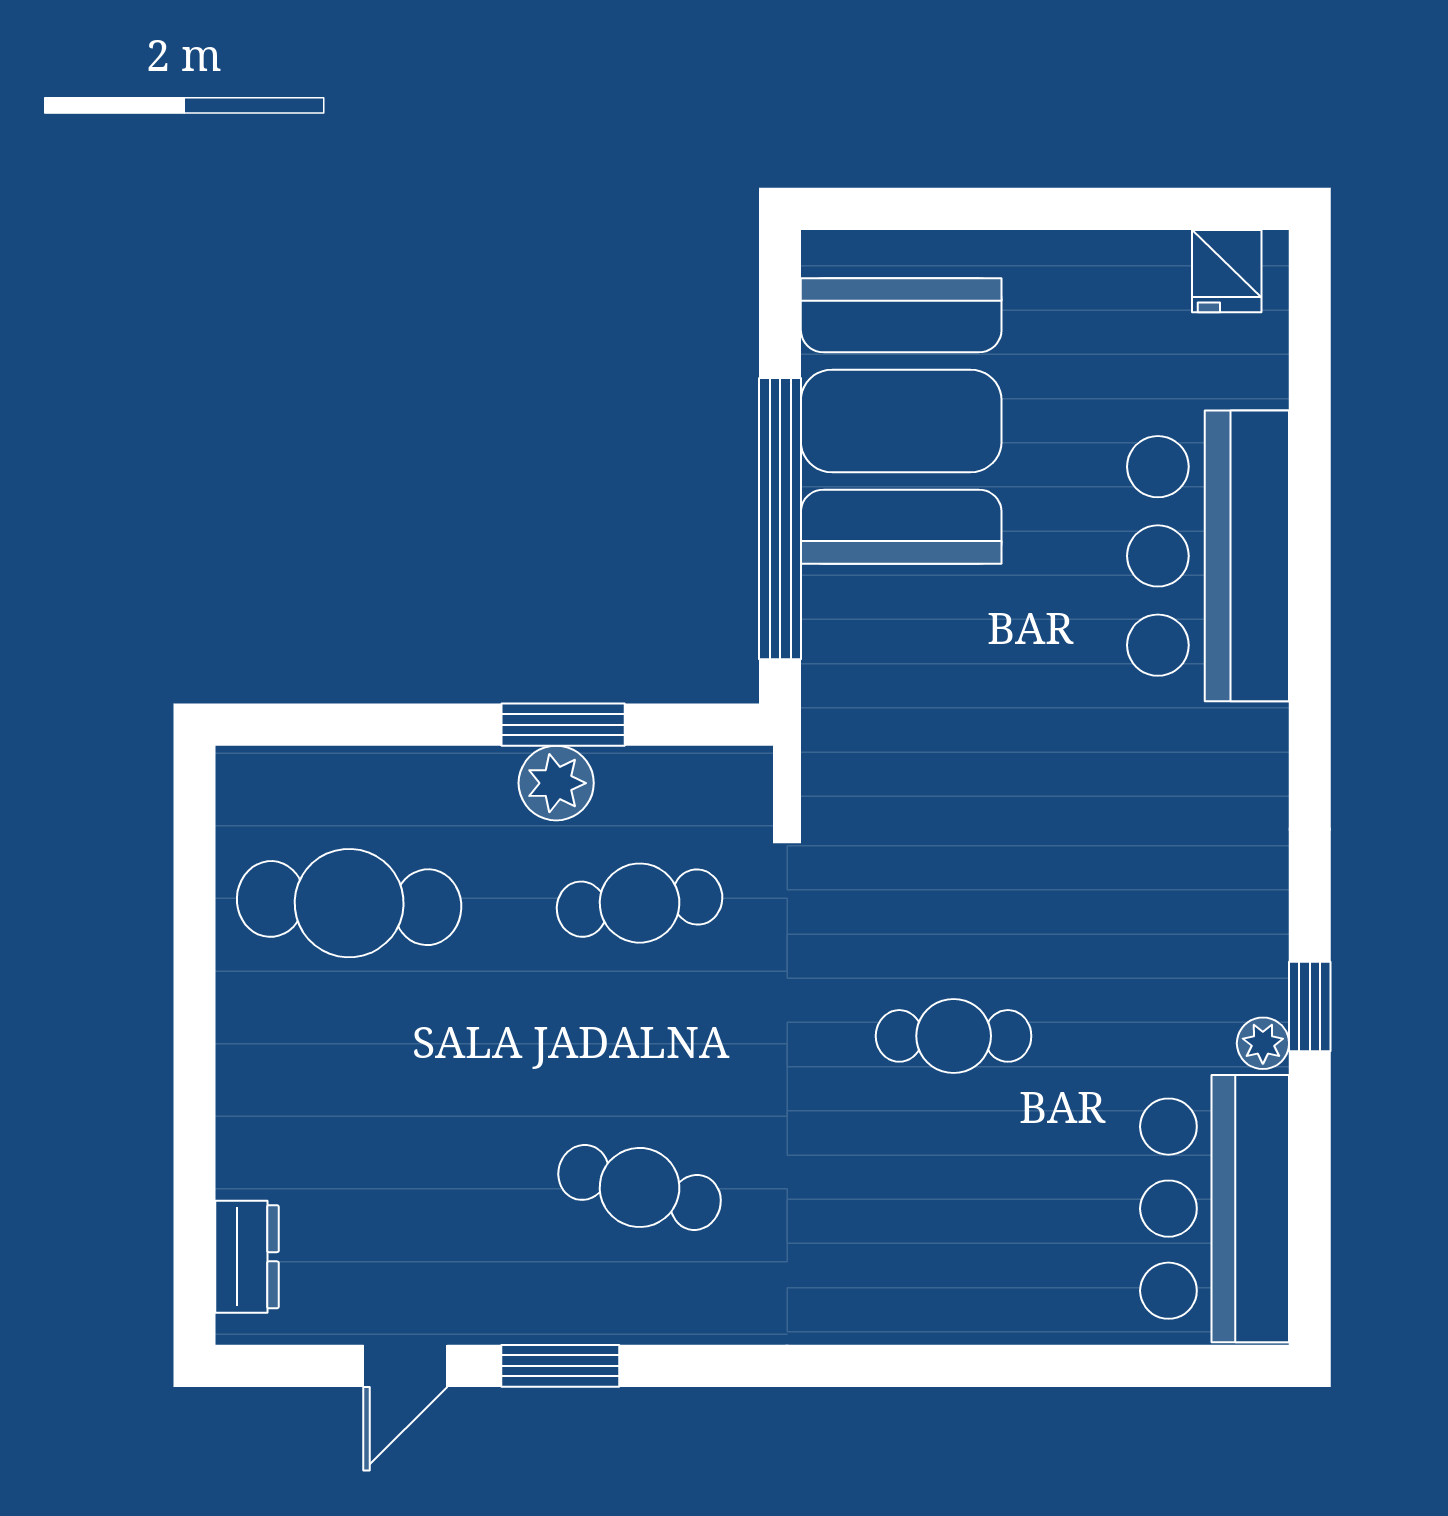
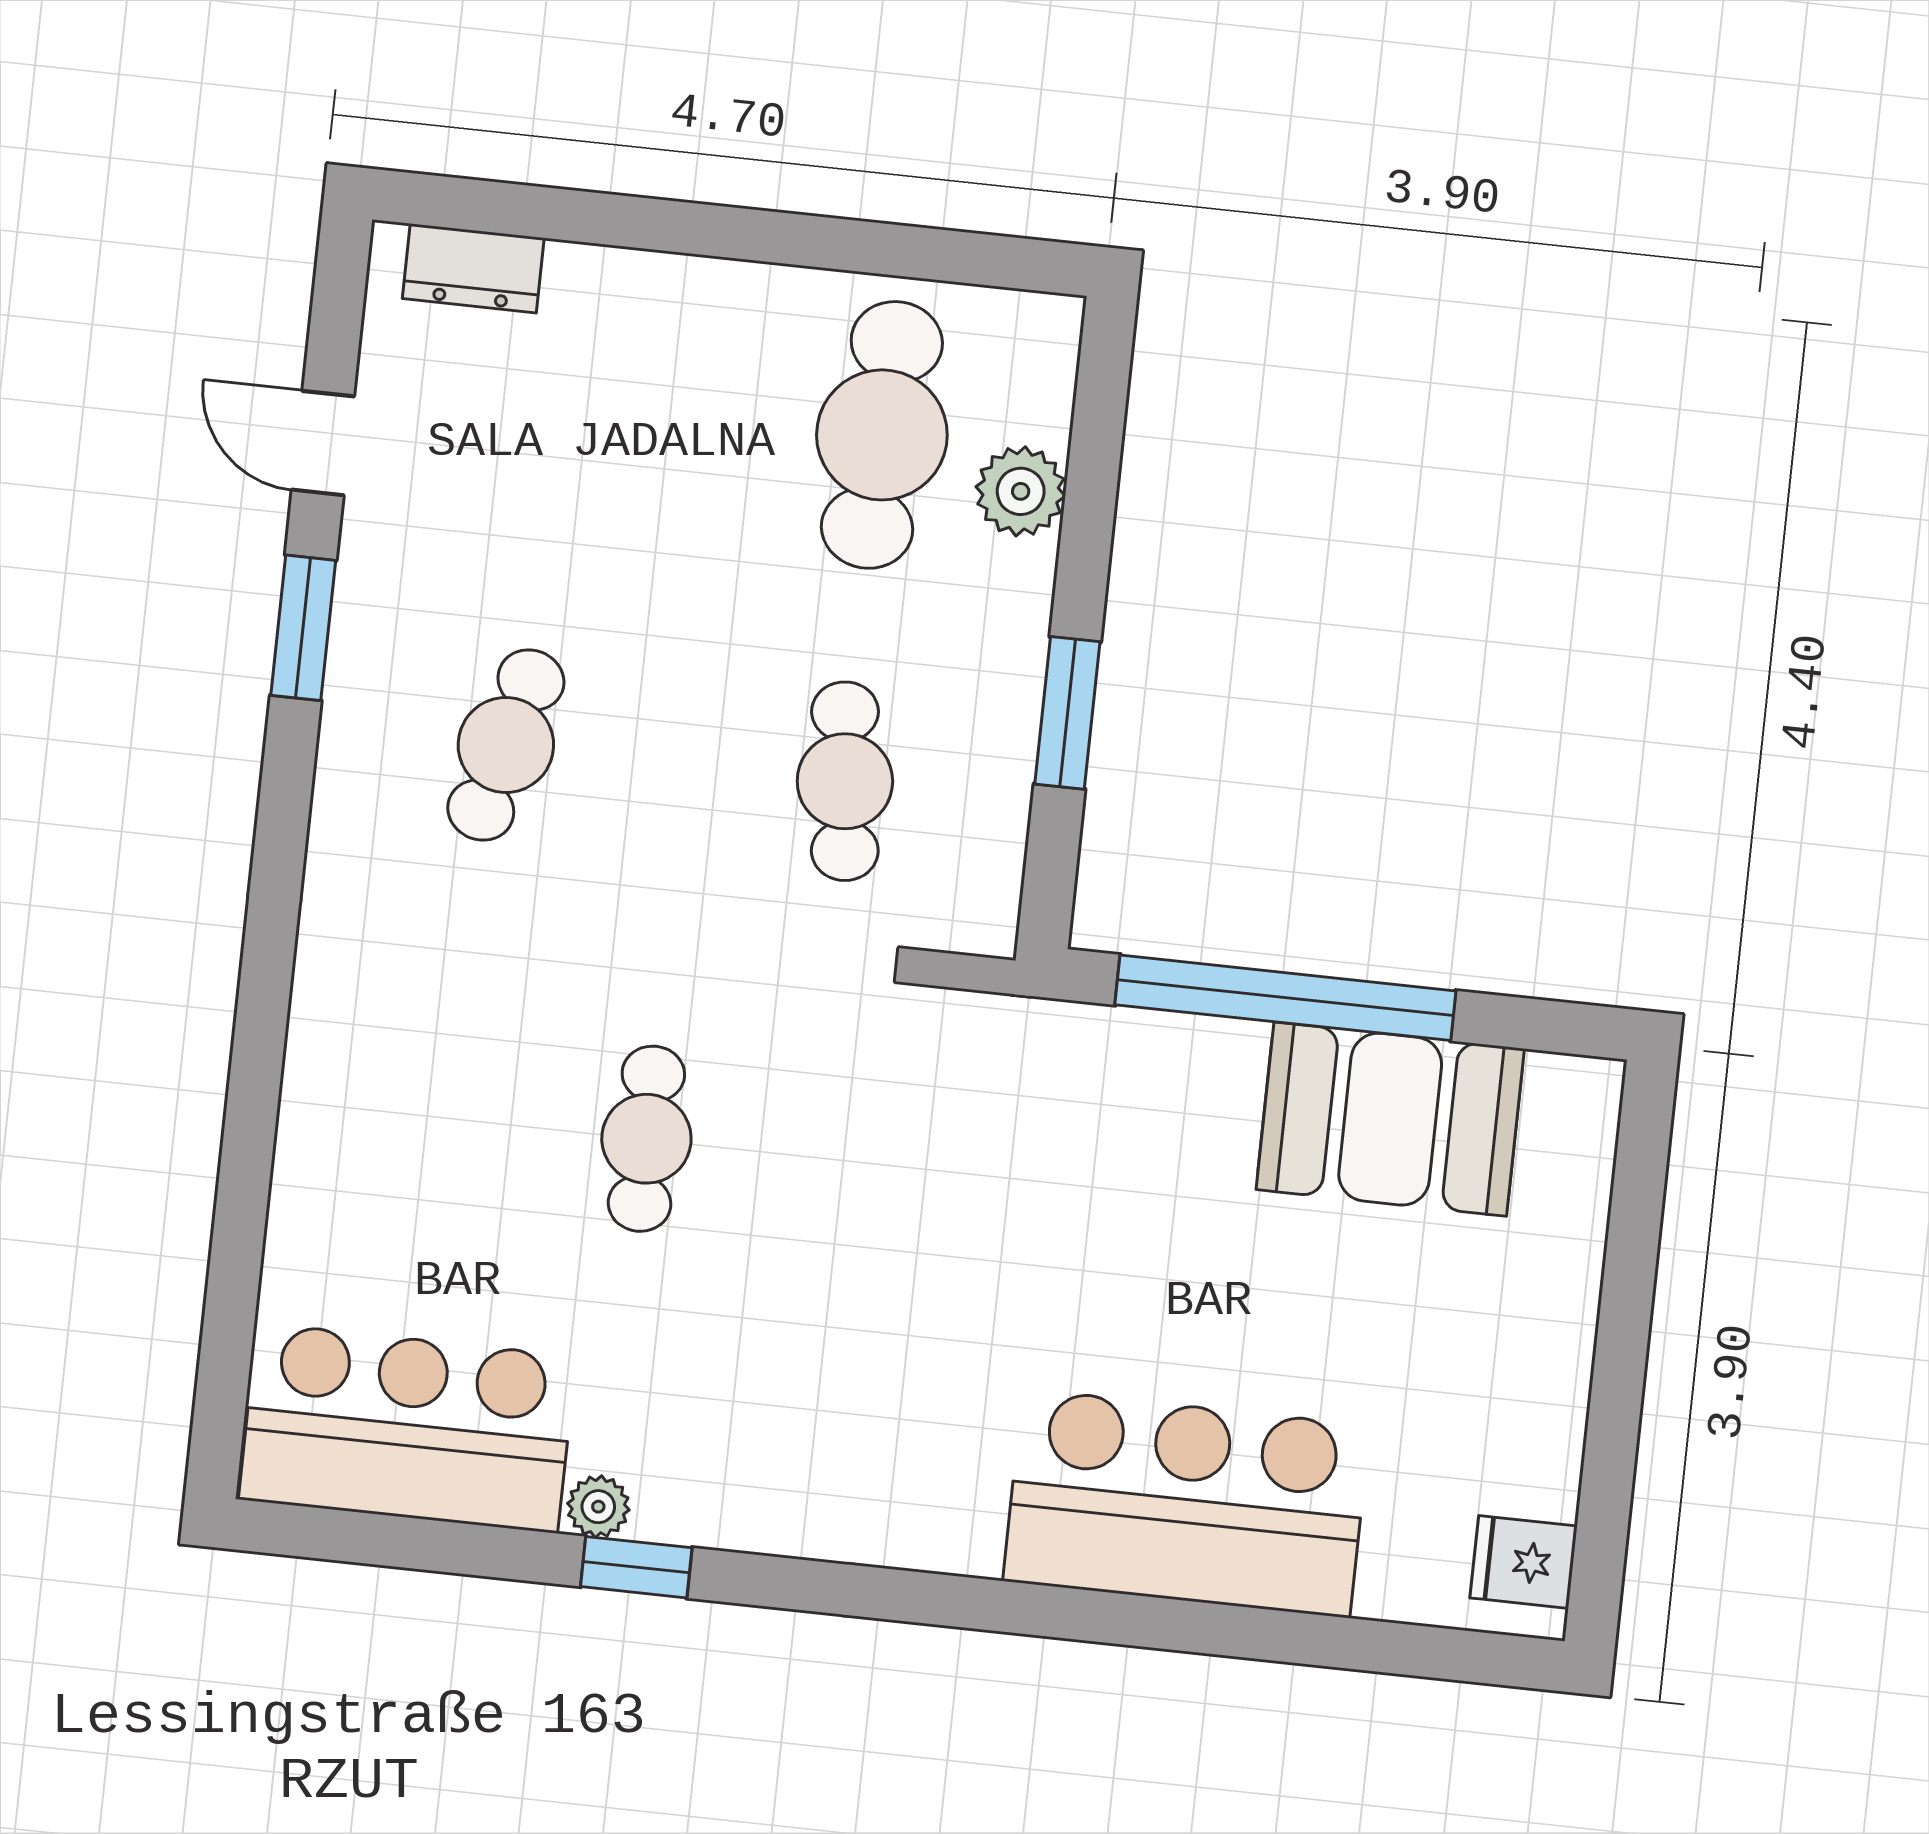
booth: (901, 421) -> (1390, 1119), width x0.73, depth x0.70
plant: (556, 783) -> (1021, 491), moved

